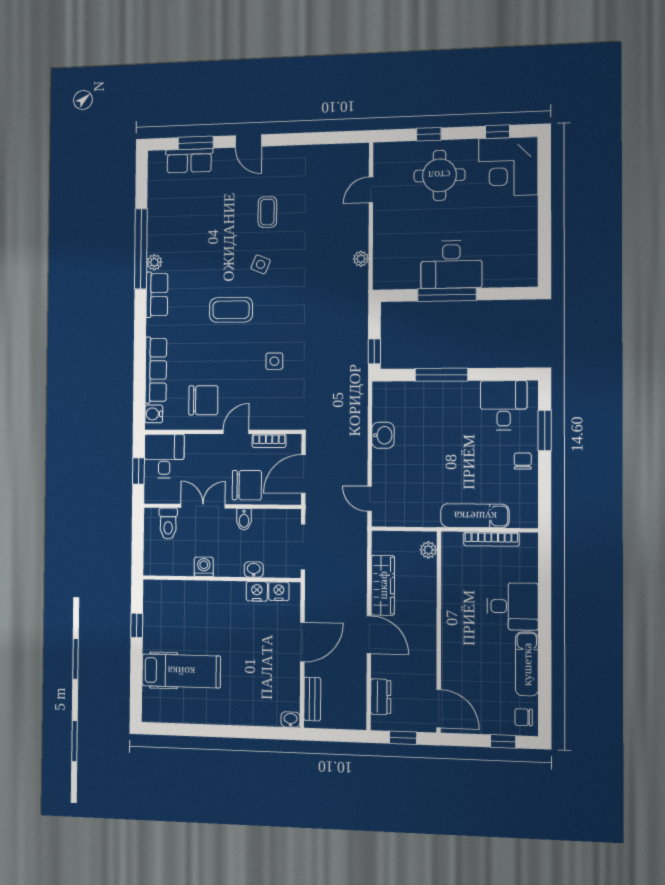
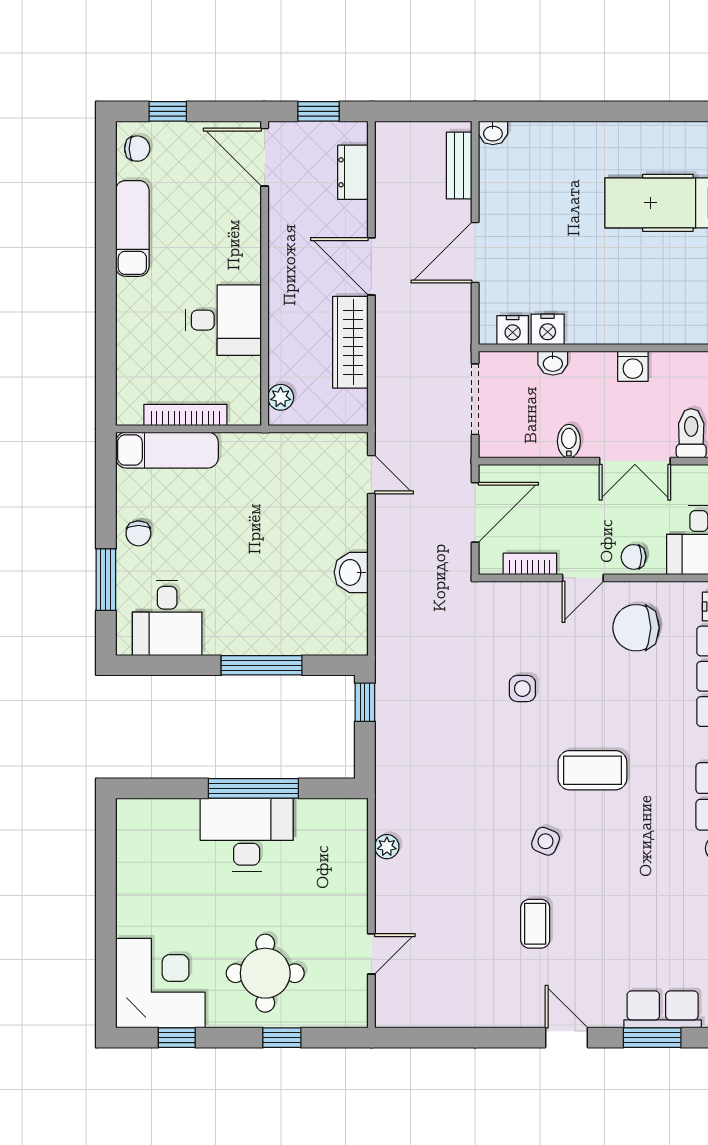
chair: (247, 485) -> (634, 557), moved, width x0.54, depth x0.54
exam couch: (475, 516) -> (167, 450), moved
desk: (513, 606) -> (223, 320), moved, turned 180

